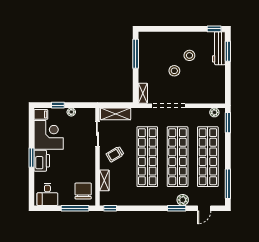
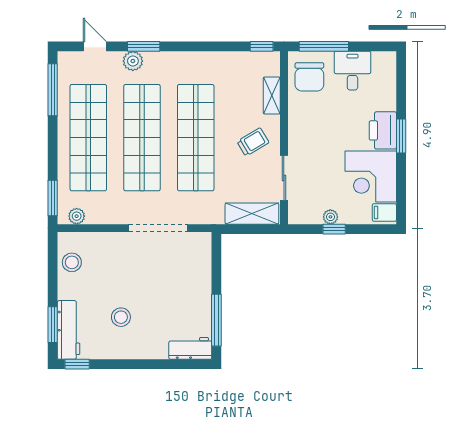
workbench: (150, 38) -> (190, 348), added
stool: (174, 71) -> (72, 262), moved
shelving: (143, 93) -> (204, 250), removed
window: (58, 105) -> (334, 229), moved
desk: (47, 194) -> (352, 71), moved
door: (204, 208) -> (95, 46), hinge flipped

